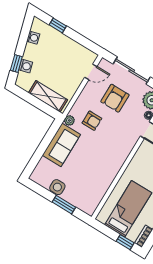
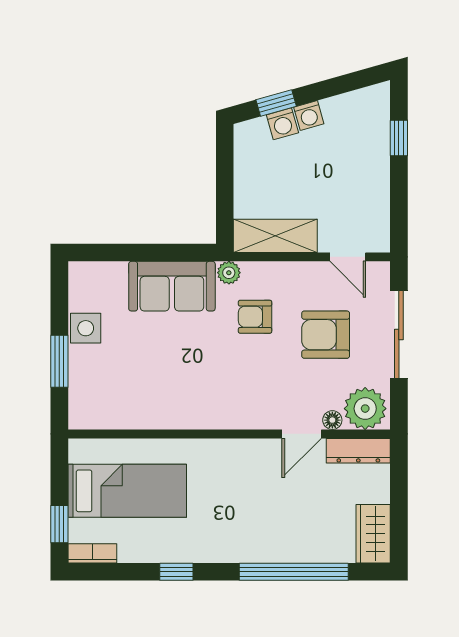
washing machine: (33, 38) -> (309, 116), moved
shelving: (48, 96) -> (275, 236), moved, turned 90
armchair: (92, 121) -> (255, 317), turned 90

